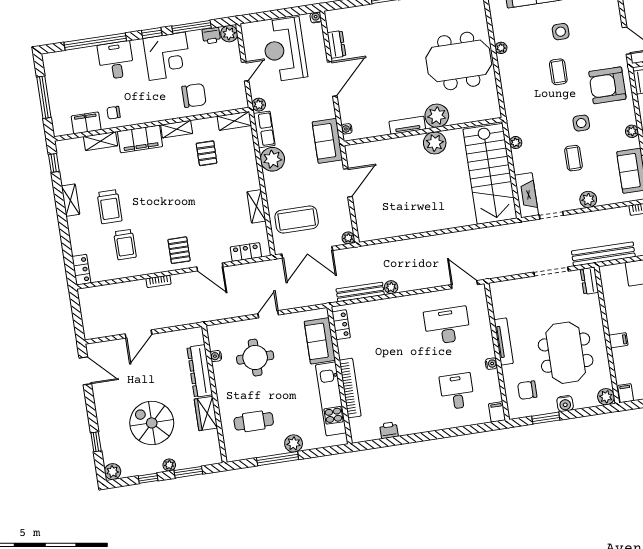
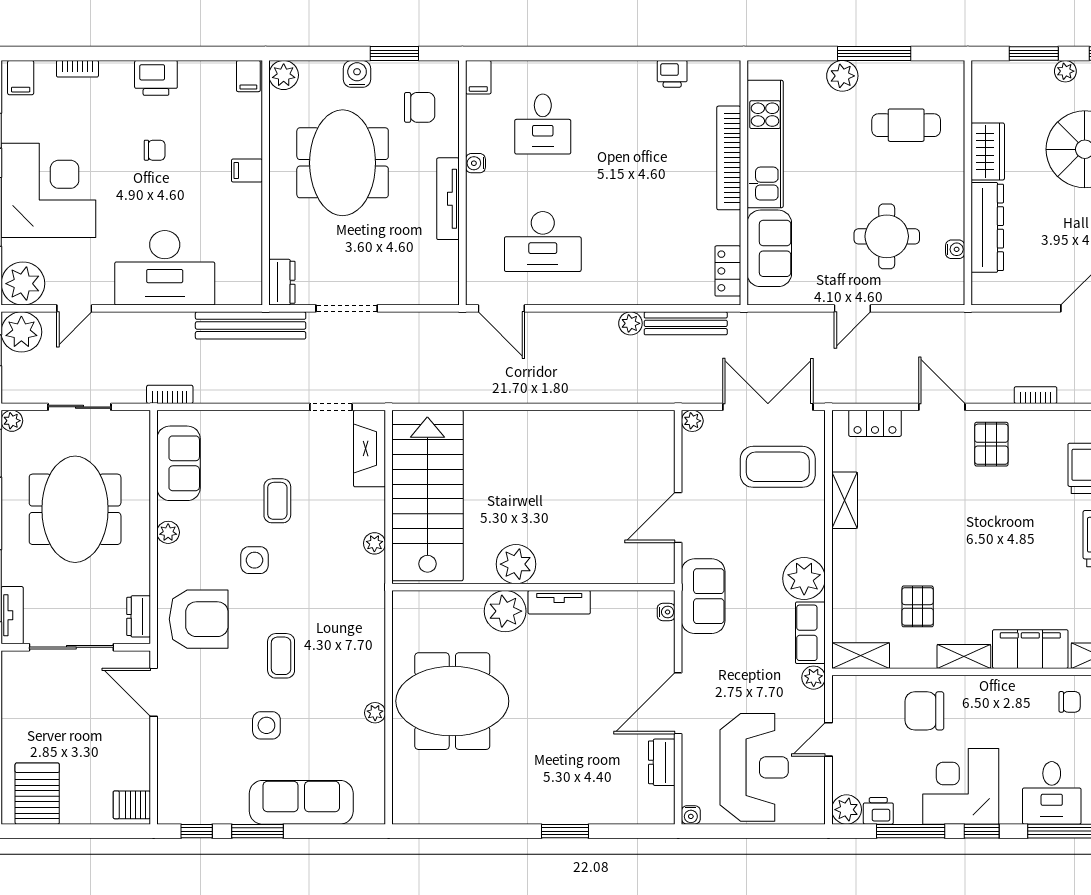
plant: (588, 199) -> (263, 425), removed

